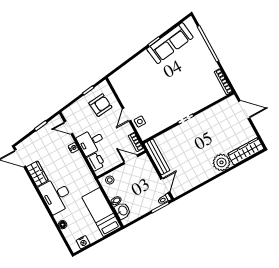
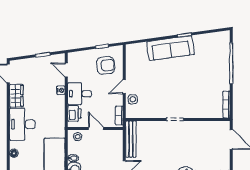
sofa: (170, 43) -> (170, 48), moved
door: (131, 159) -> (96, 129), moved

